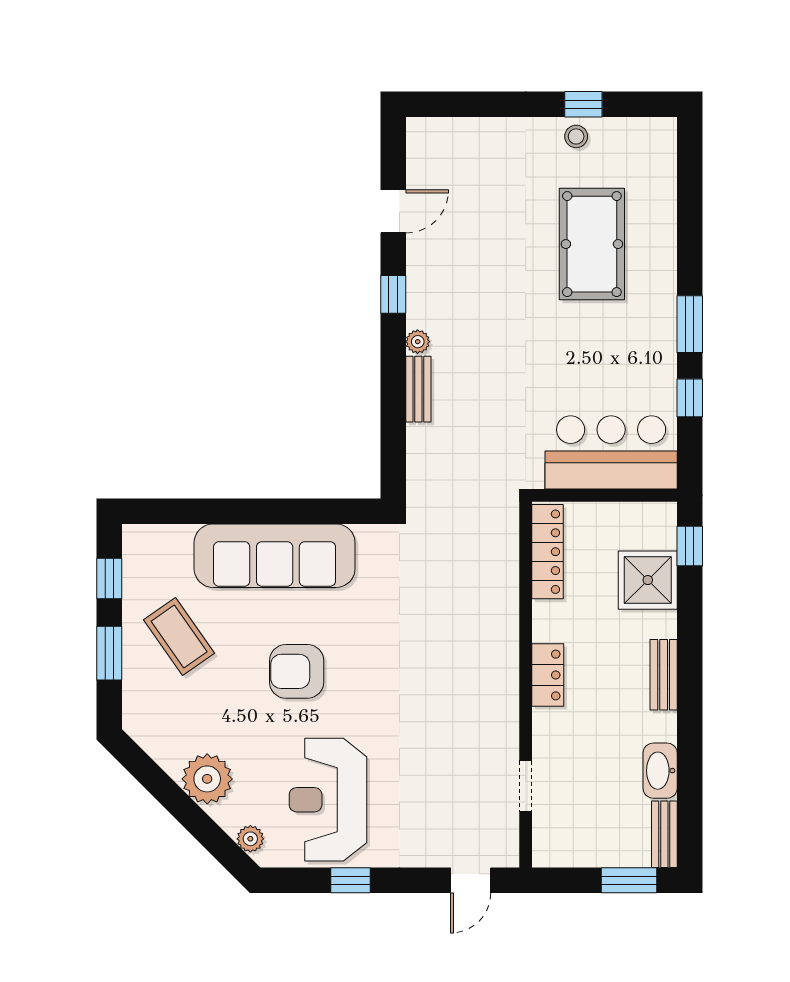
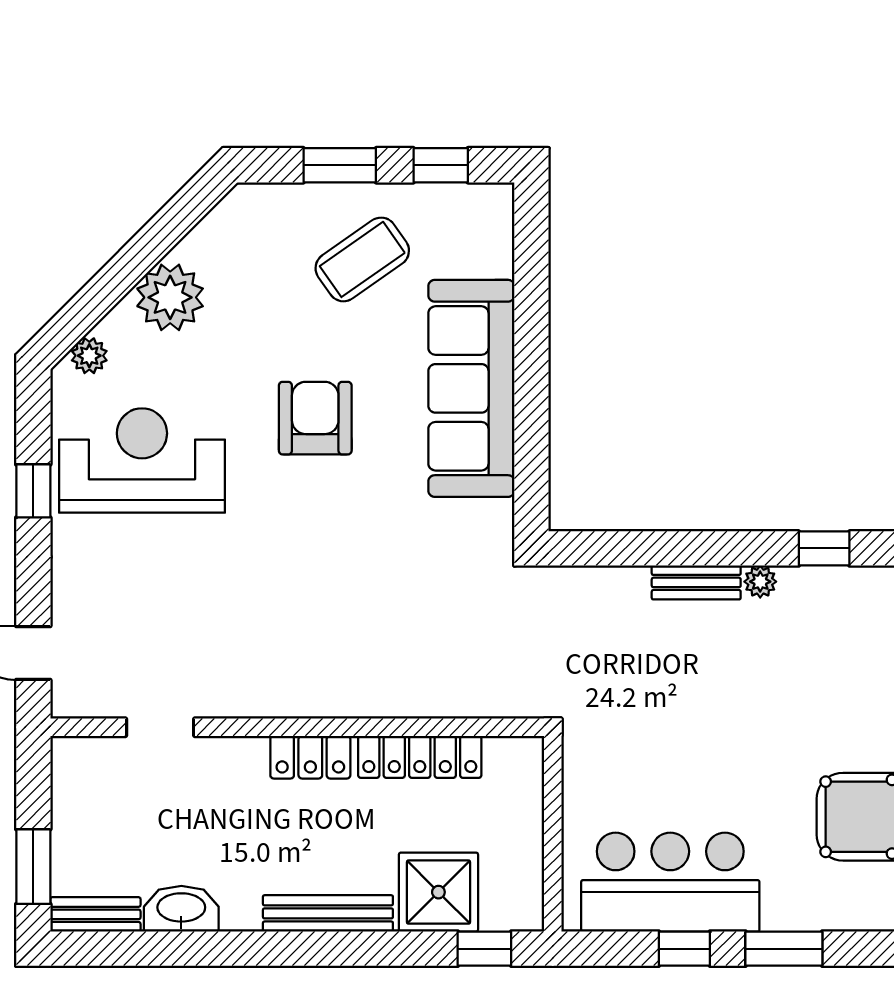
bar counter: (611, 452) -> (670, 882), moved, turned -90
locker: (548, 552) -> (420, 757), moved
bench: (664, 675) -> (328, 913), width x1.36

